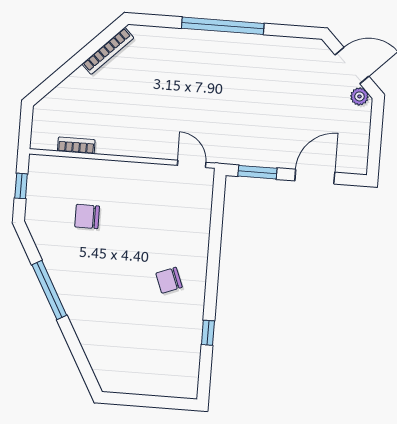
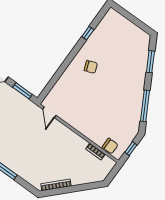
chair: (87, 216) -> (110, 146), moved
window: (49, 290) -> (145, 106), moved
window: (76, 349) -> (150, 62), added

